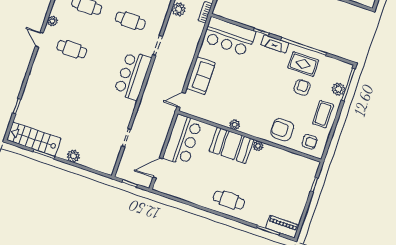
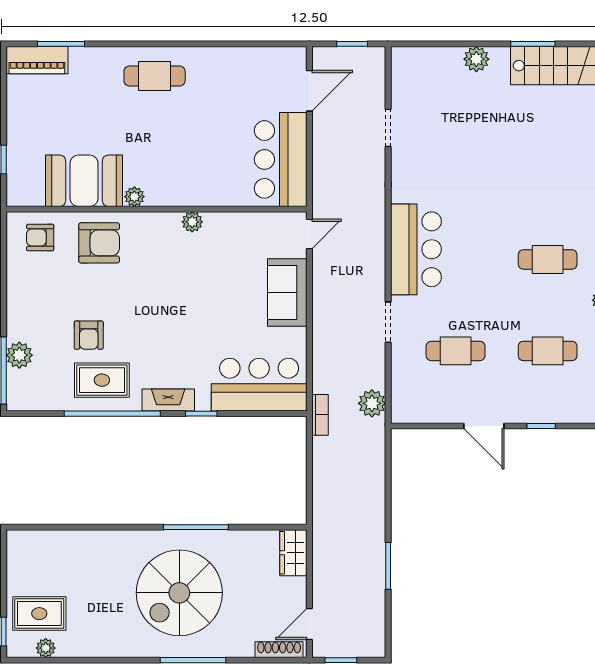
coffee table: (323, 114) -> (32, 298), removed
booth: (231, 145) -> (84, 181), moved

